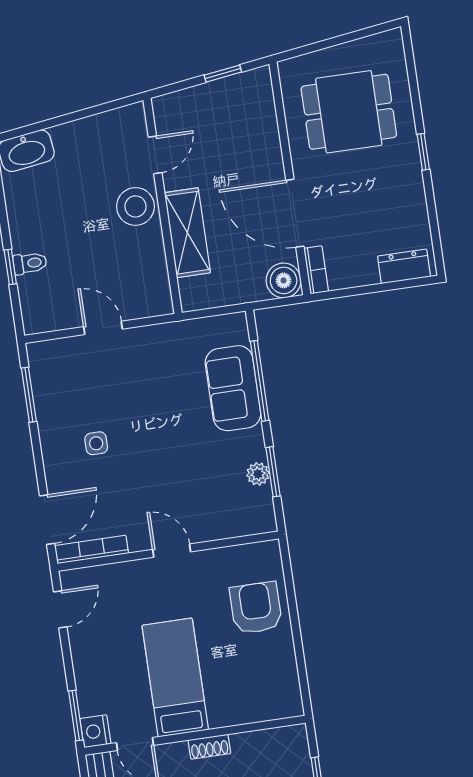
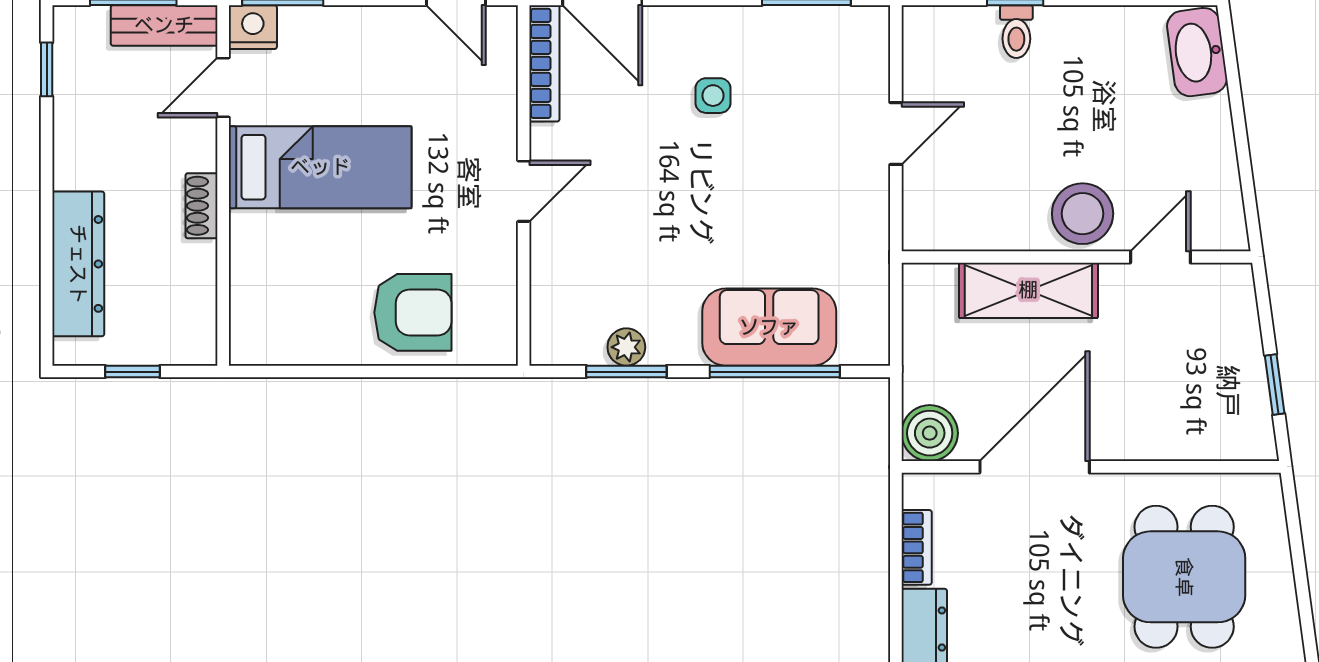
door: (155, 155) -> (1160, 257), swing flipped
bookcase: (316, 270) -> (917, 547), moved, turned -90

